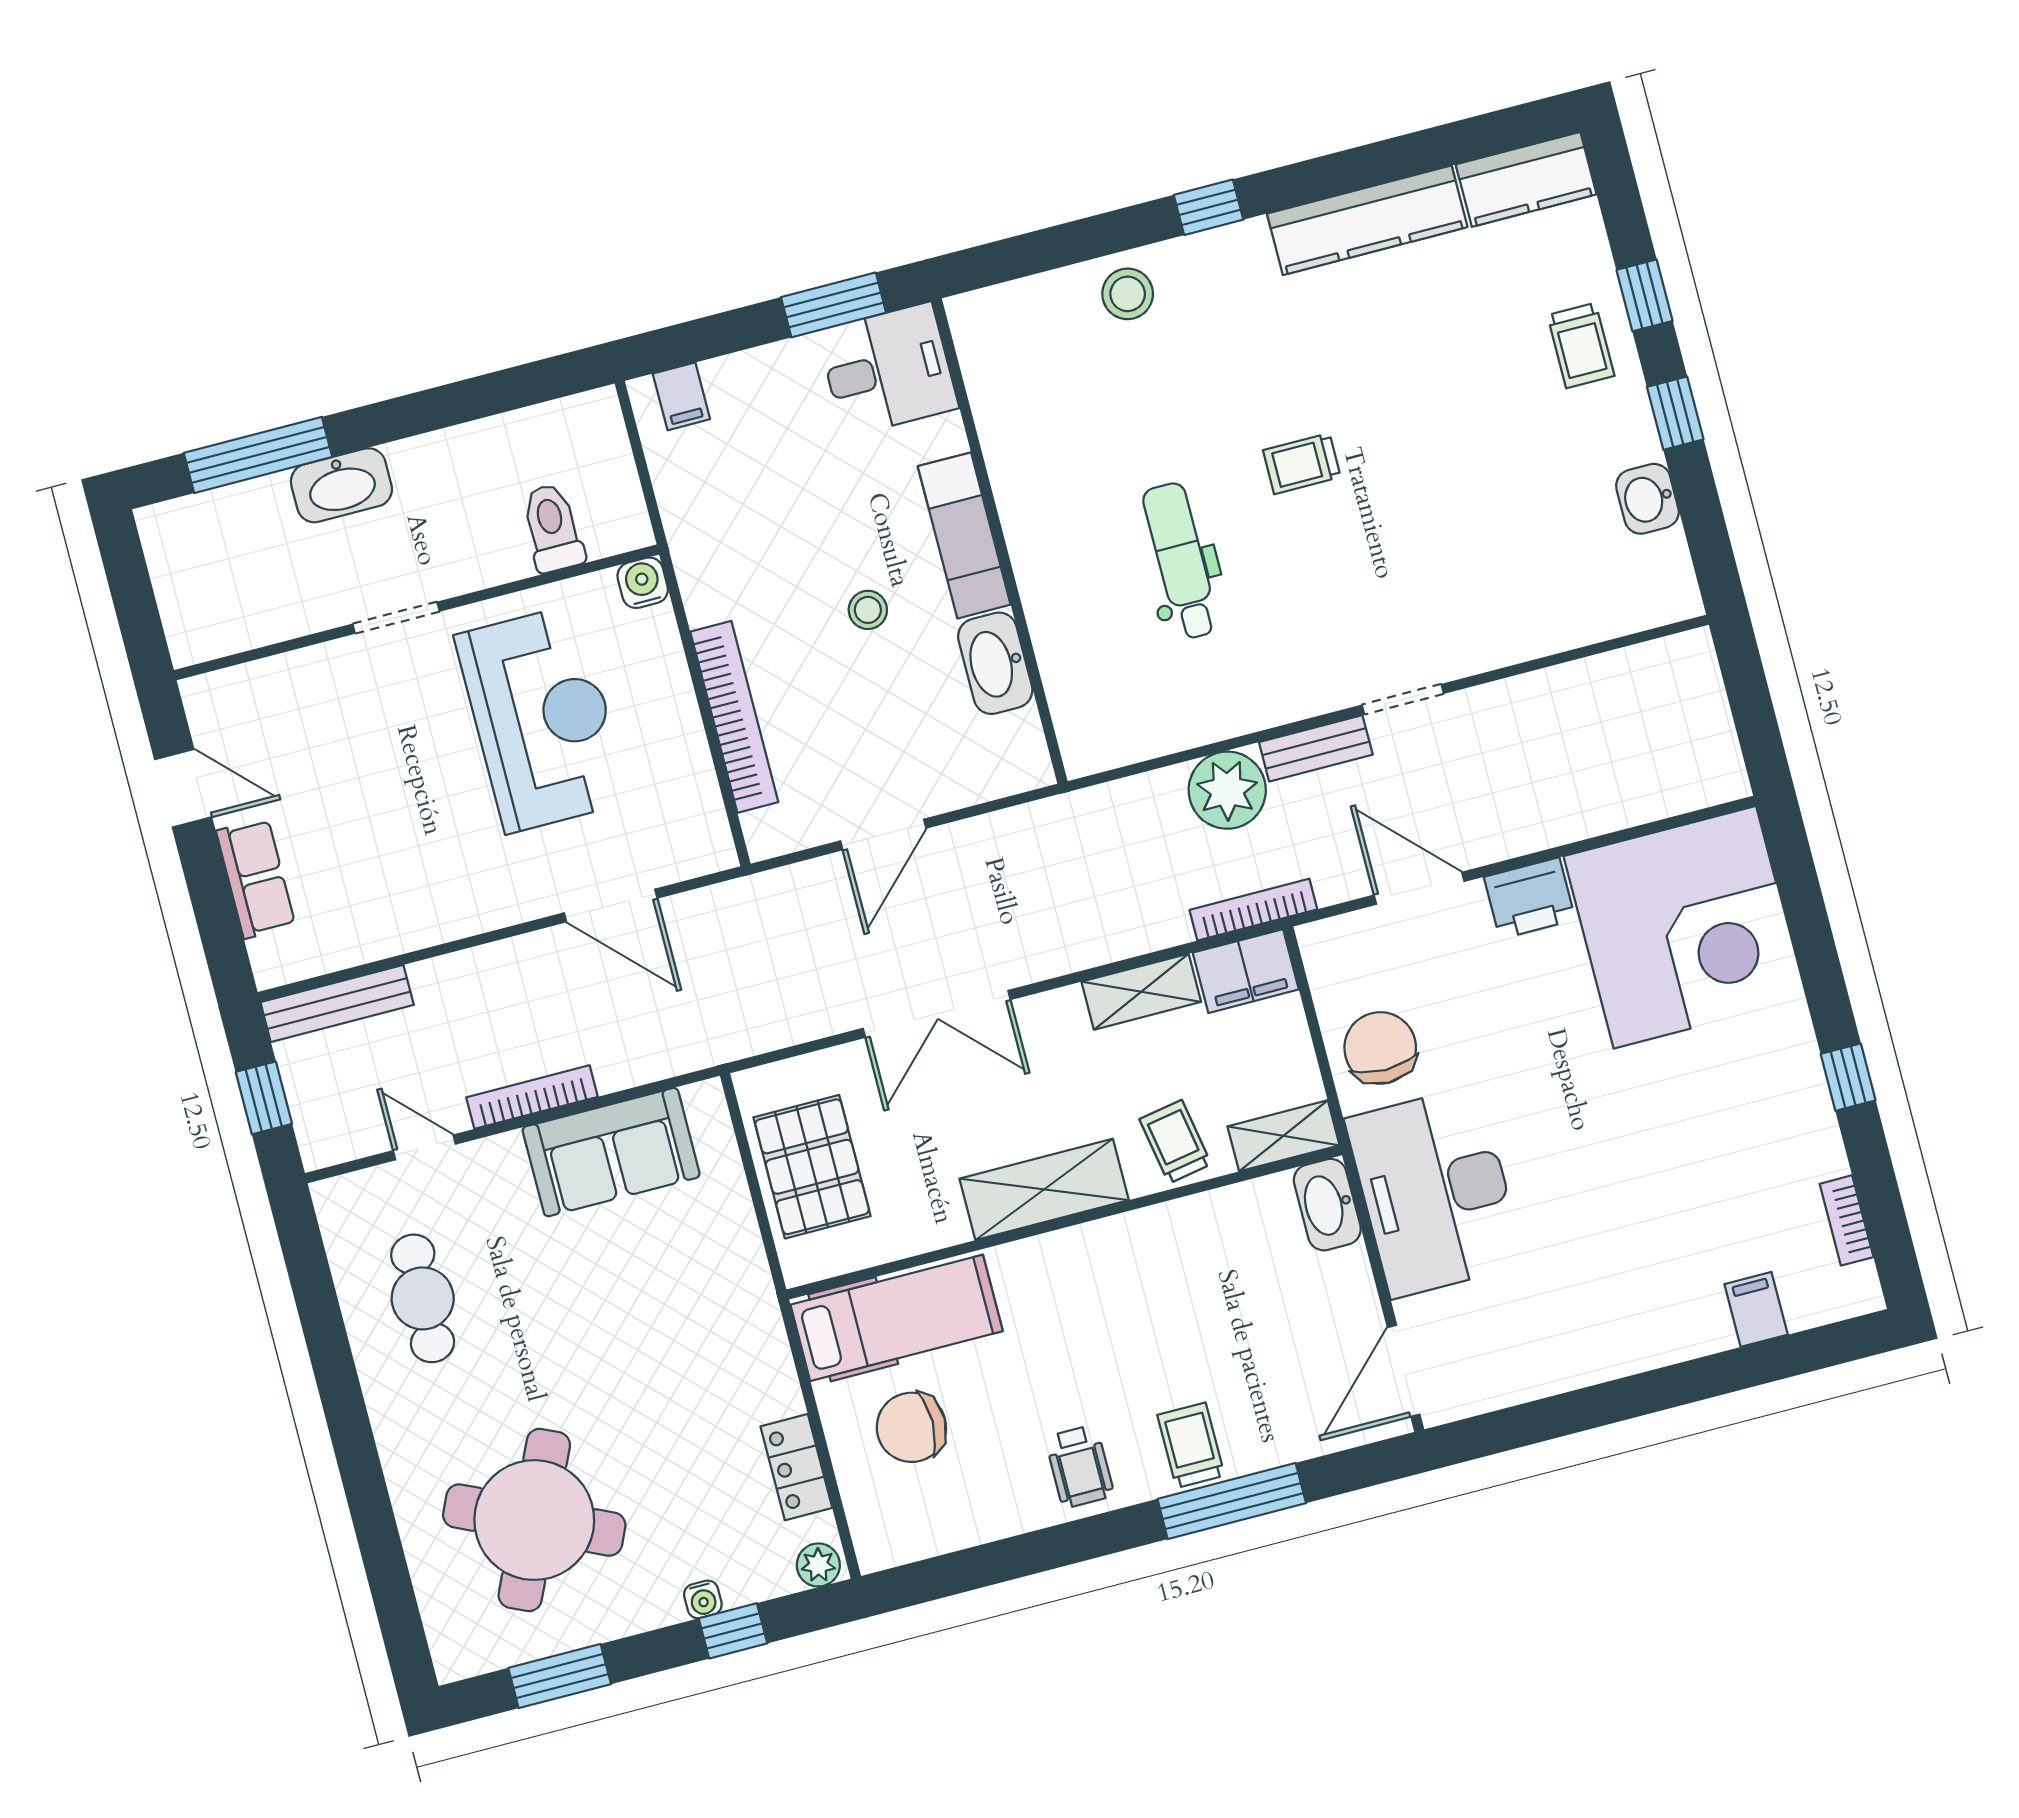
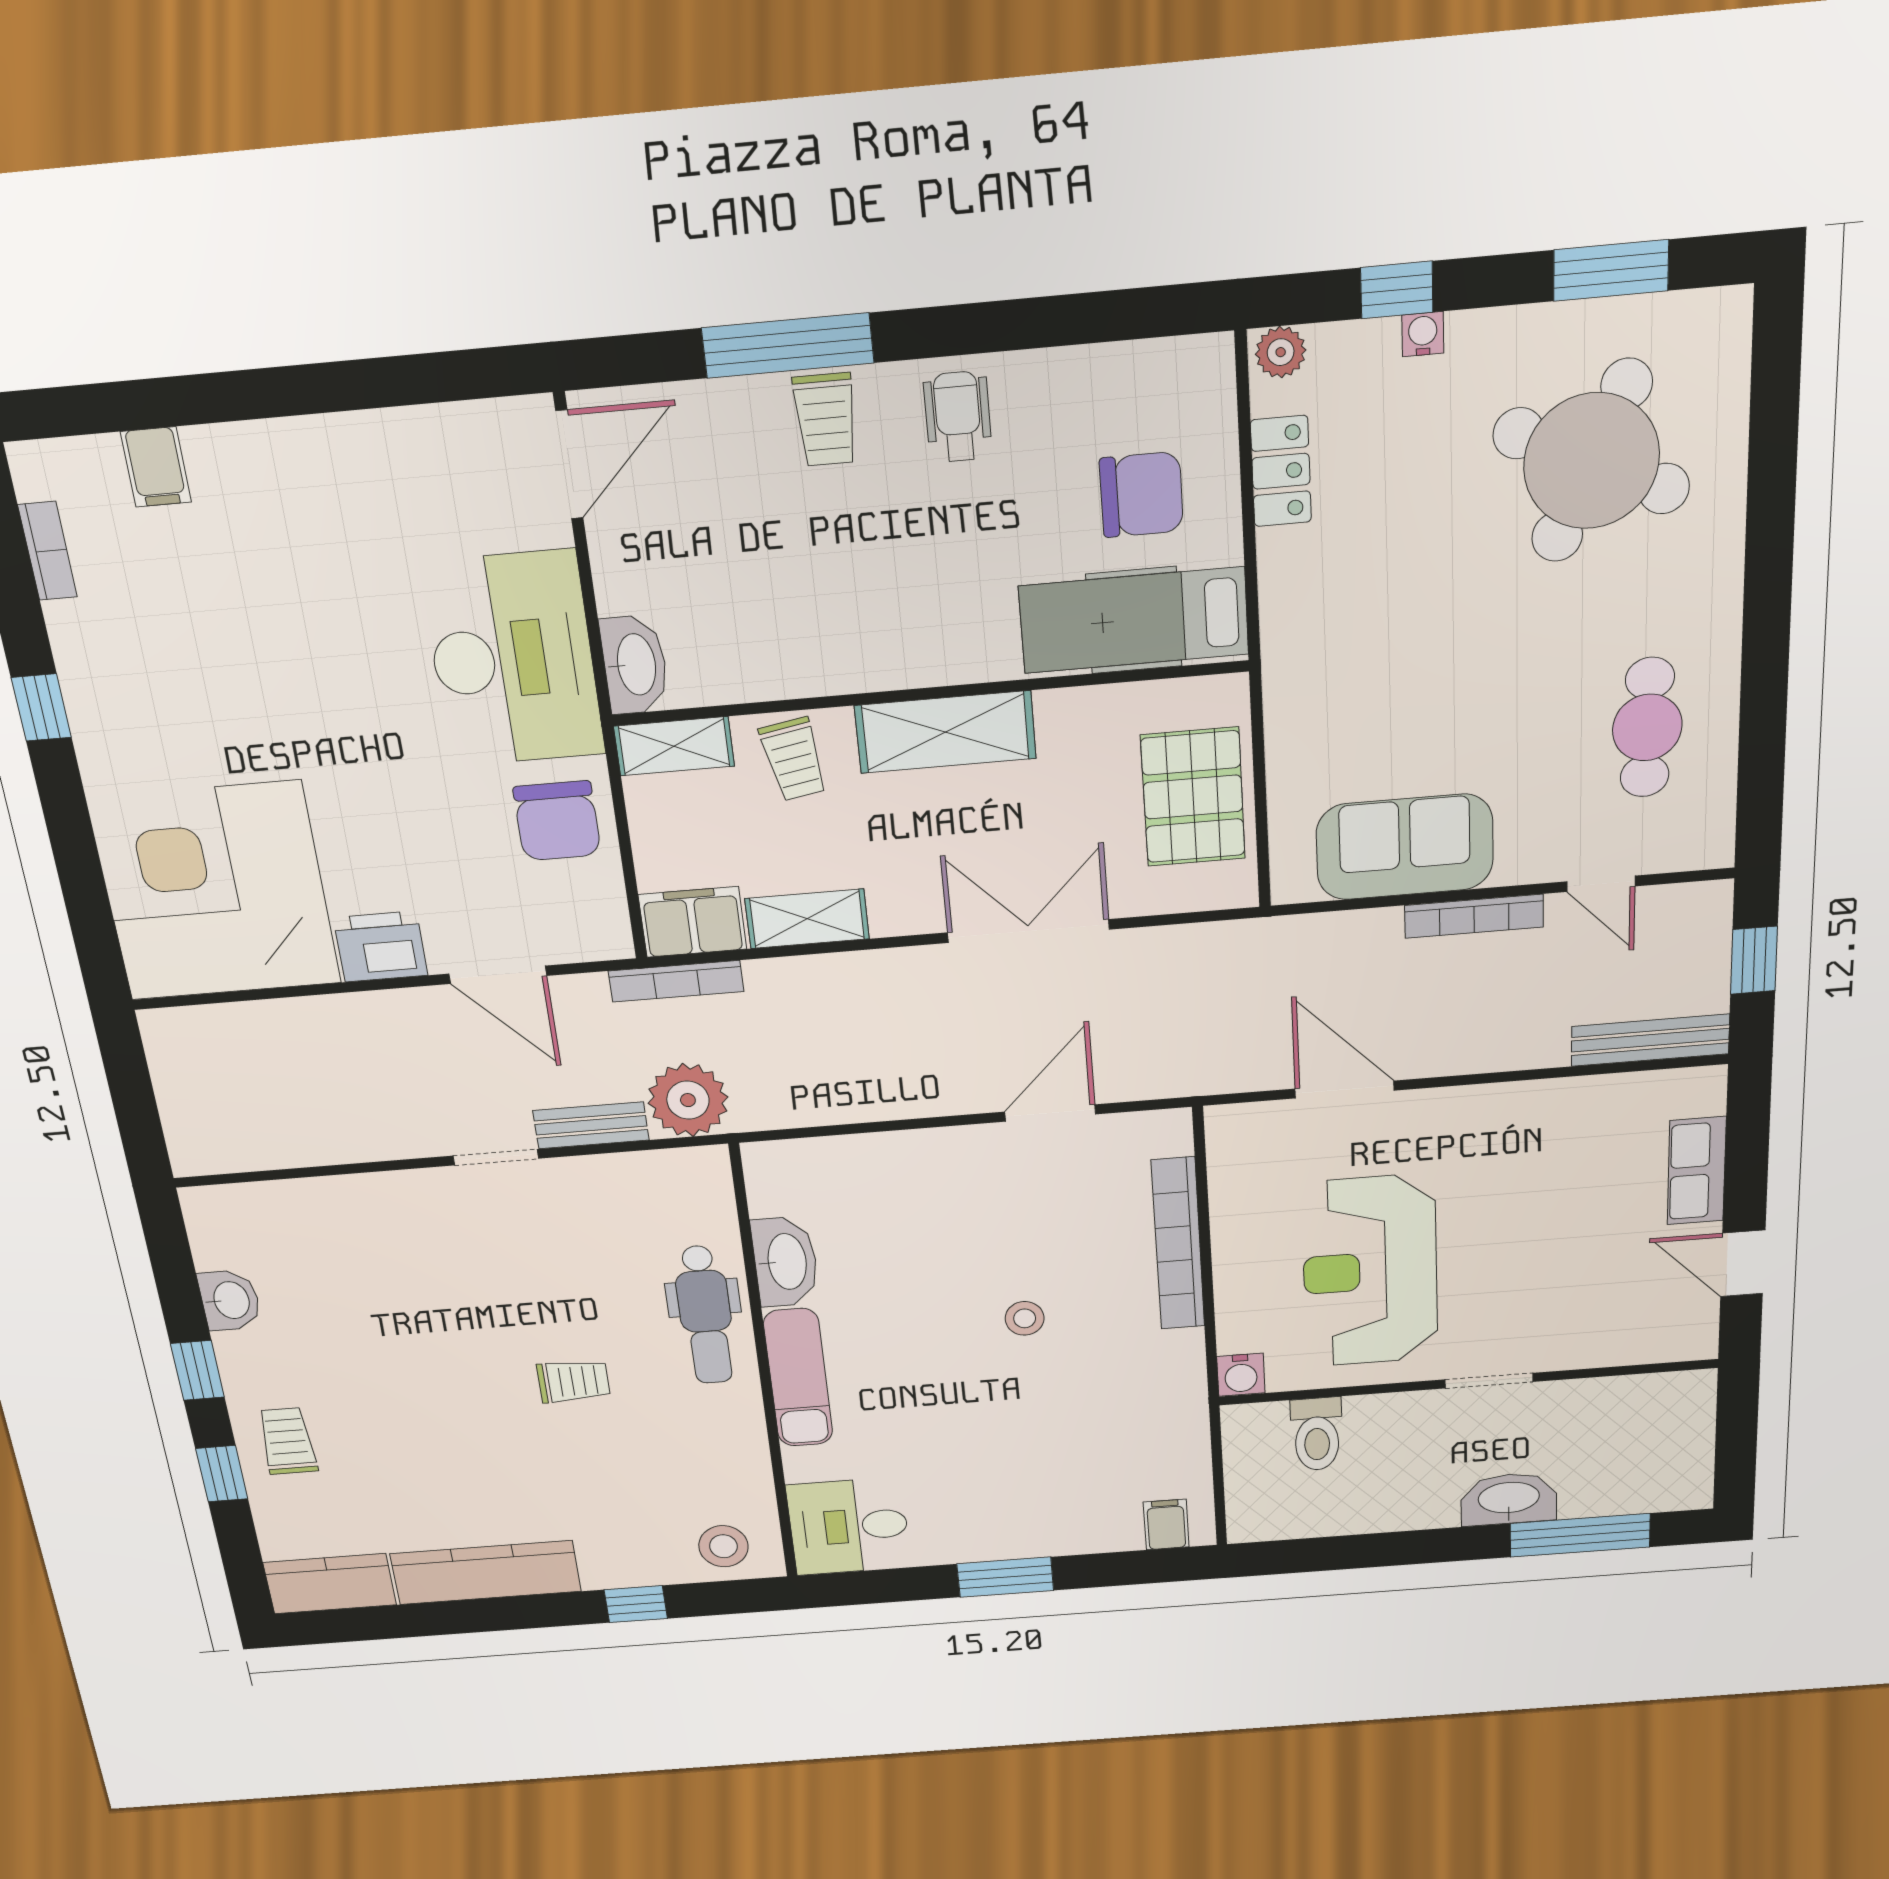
desk: (888, 370) -> (849, 1526), moved
exam couch: (964, 535) -> (798, 1378), moved
wall: (1000, 541) -> (764, 1368), moved
washbasin: (995, 663) -> (785, 1262), moved

